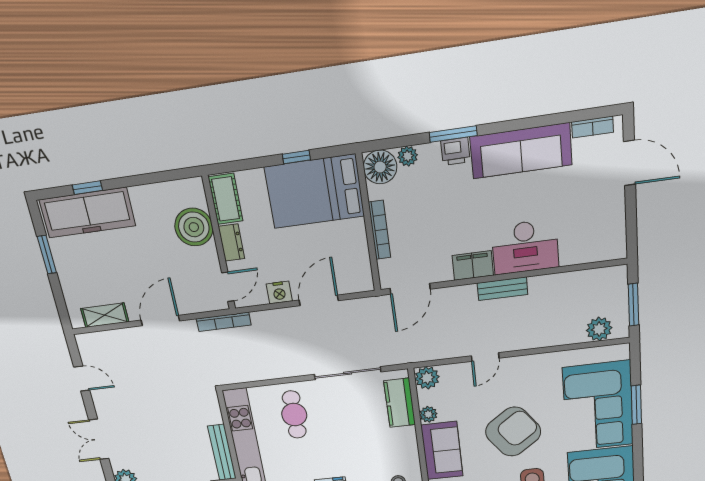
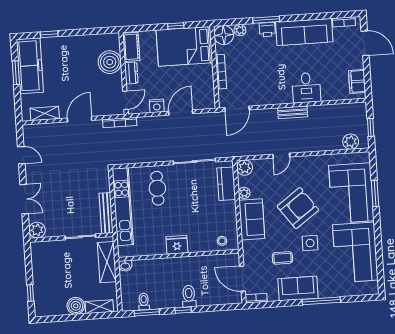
freezer: (87, 213) -> (30, 66), moved, turned -90
desk: (525, 247) -> (306, 88), width x0.73
filing cabinet: (473, 265) -> (357, 81), moved, turned -90
window: (634, 305) -> (371, 127), width x0.67
double door: (99, 439) -> (24, 199), swing flipped

